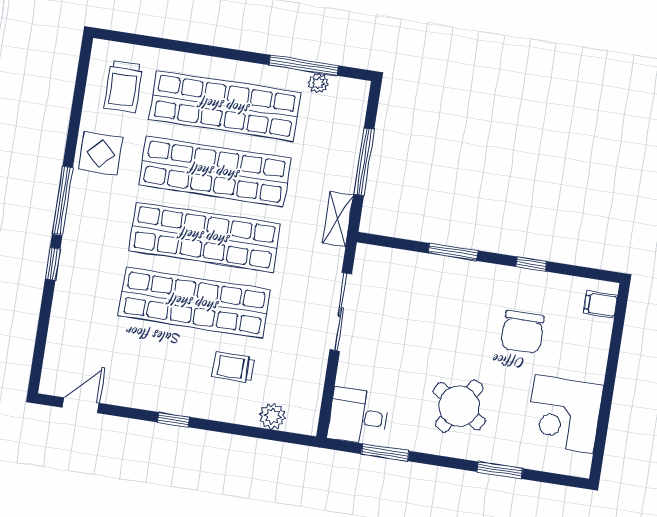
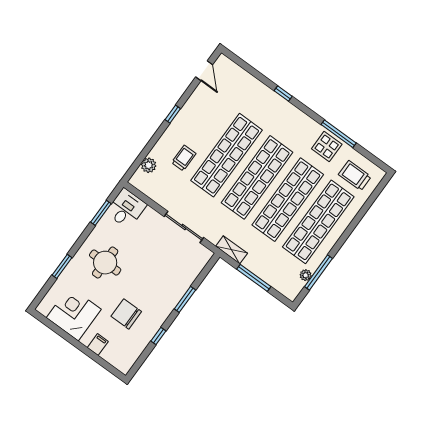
window: (63, 201) -> (339, 134), moved
filing cabinet: (600, 304) -> (98, 345), moved
round table: (459, 406) -> (105, 263), turned -32

